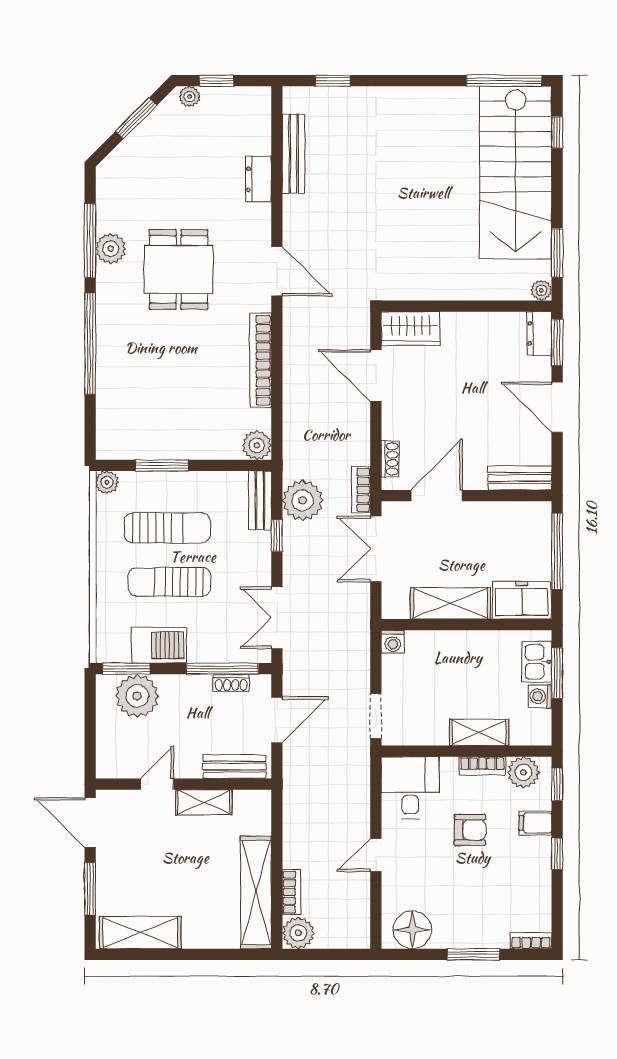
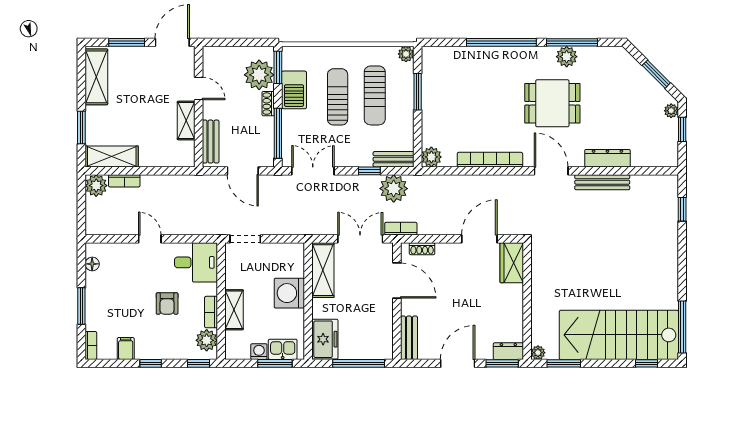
bench: (293, 154) -> (602, 182), moved
dresser: (258, 179) -> (607, 158), width x1.44
door: (277, 271) -> (551, 171), swing flipped
shelving: (450, 603) -> (323, 270), moved
washing machine: (393, 642) -> (289, 293), moved, width x1.89, depth x1.89
shoe rack: (231, 683) -> (268, 104), moved
filing cabinet: (535, 823) -> (126, 349), moved
shelving: (256, 892) -> (112, 156), width x0.68
floor lamp: (412, 930) -> (92, 264), width x0.53, depth x0.53
window: (214, 954) -> (81, 128), added

